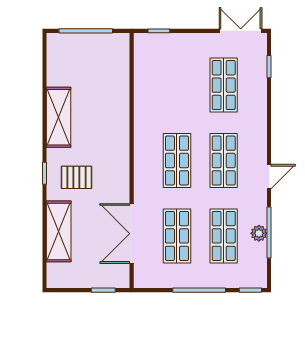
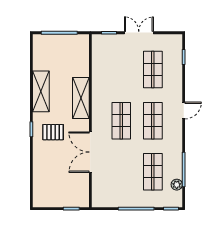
double door: (241, 31) -> (139, 33), moved
door: (269, 177) -> (184, 111), moved
shelving: (59, 231) -> (81, 98), moved
plant: (259, 233) -> (177, 185), moved
double door: (132, 234) -> (90, 152), moved
shop shelf: (177, 236) -> (121, 172), removed

